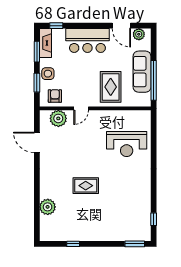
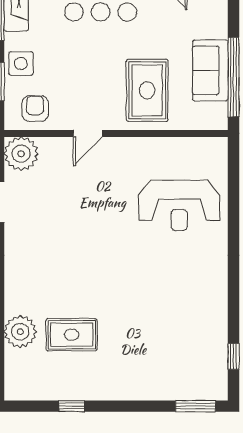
sofa: (142, 72) -> (210, 70), width x0.73
plant: (58, 118) -> (21, 154), moved
rug: (86, 186) -> (72, 335), moved

